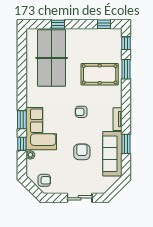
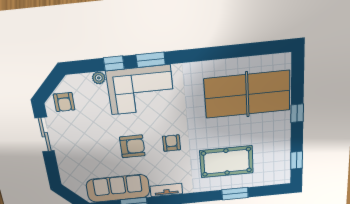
window: (58, 24) -> (297, 113), moved
window: (126, 43) -> (270, 190), removed
pool table: (100, 74) -> (226, 162), turned 90
armchair: (82, 152) -> (132, 146), moved
sliding door: (80, 198) -> (45, 135), moved

